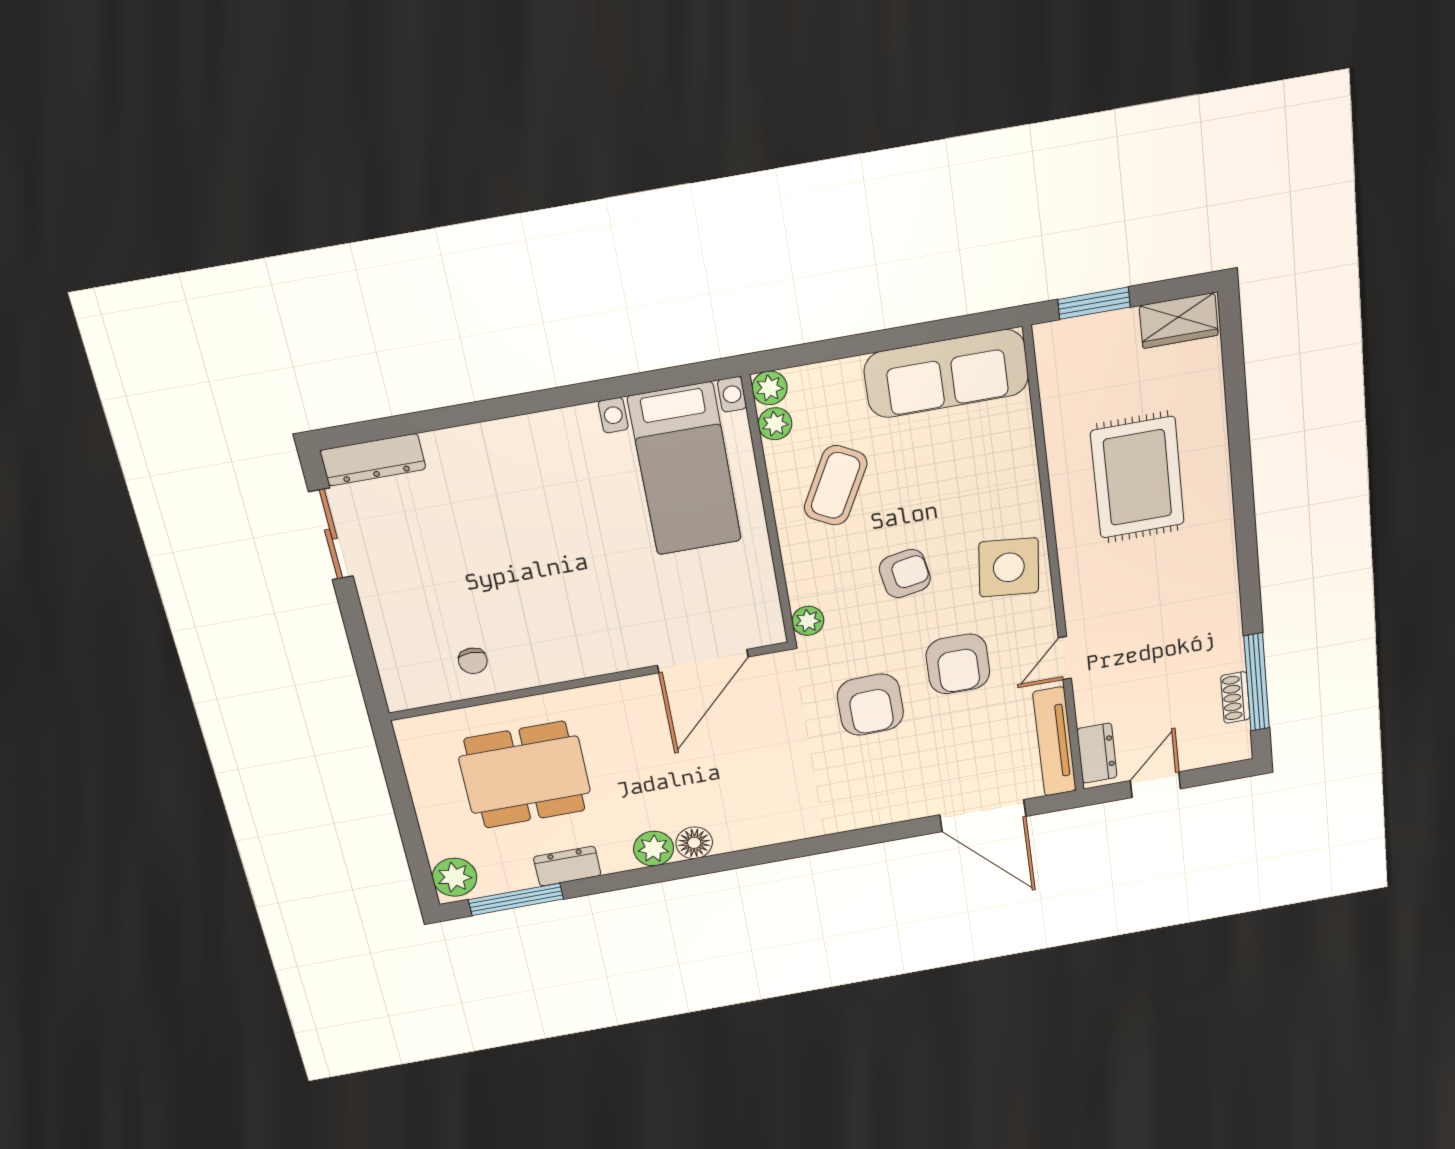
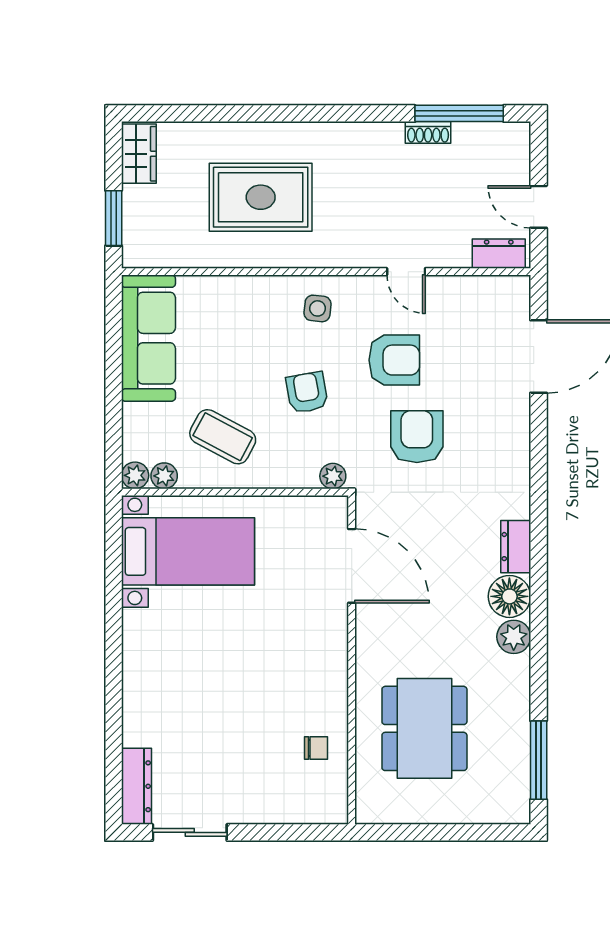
side table: (1009, 567) -> (318, 308), width x0.54, depth x0.54
shoe rack: (1235, 698) -> (428, 132), moved
armchair: (870, 705) -> (417, 437), turned -89
tv unit: (1054, 742) -> (481, 288), removed
floor lamp: (694, 843) -> (509, 596), width x1.38, depth x1.38
dresser: (567, 866) -> (516, 547), moved
plant: (455, 877) -> (507, 806), removed

